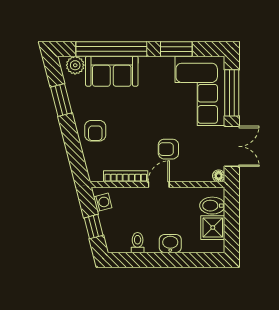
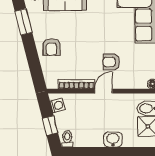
toilet: (138, 243) -> (67, 139), moved

